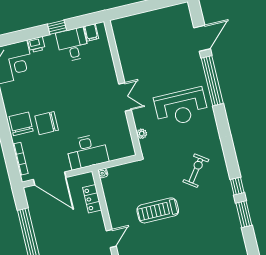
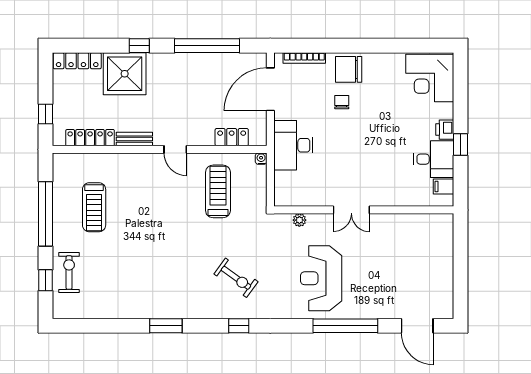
door: (202, 38) -> (417, 326), moved
printer: (36, 45) -> (445, 130), moved
chair: (47, 123) -> (342, 102), width x0.54, depth x0.54
chair: (21, 124) -> (349, 69), turned 180
window: (237, 186) -> (239, 326), moved
treadmill: (158, 210) -> (218, 191), moved

